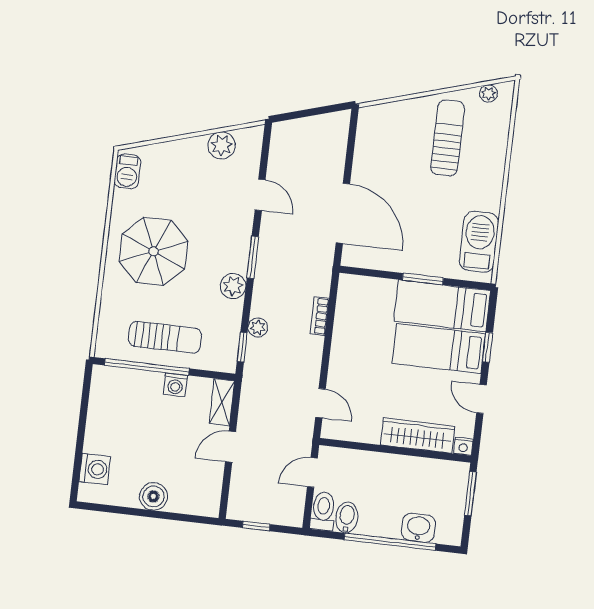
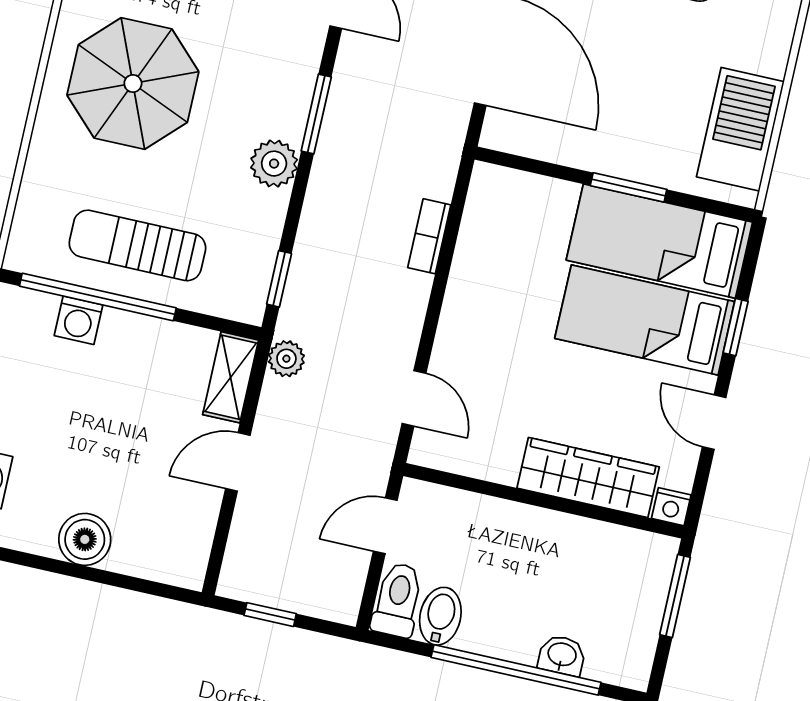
plant: (258, 328) -> (286, 359), moved
sun lounger: (165, 337) -> (137, 245), turned 180
washing machine: (175, 385) -> (79, 320), moved
washbasin: (418, 528) -> (562, 655), width x0.72, depth x0.69

